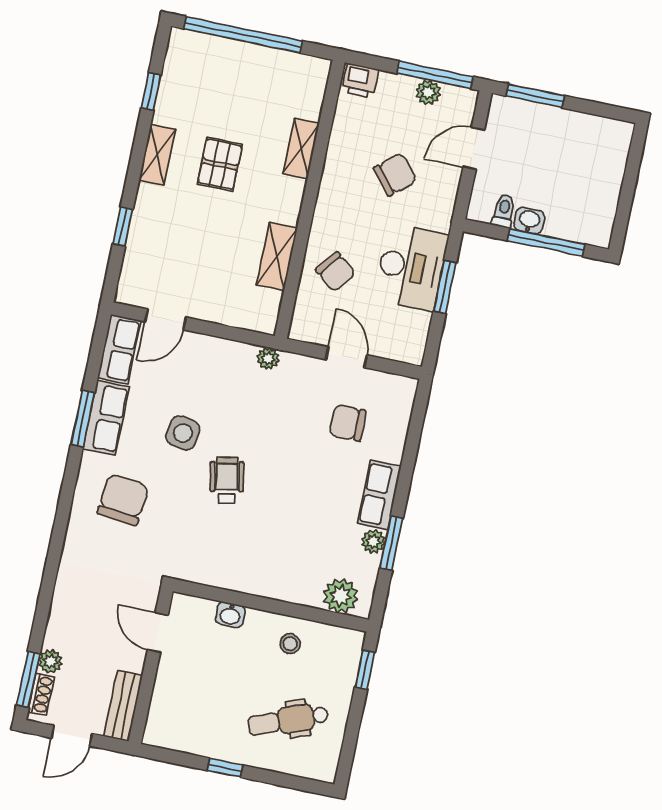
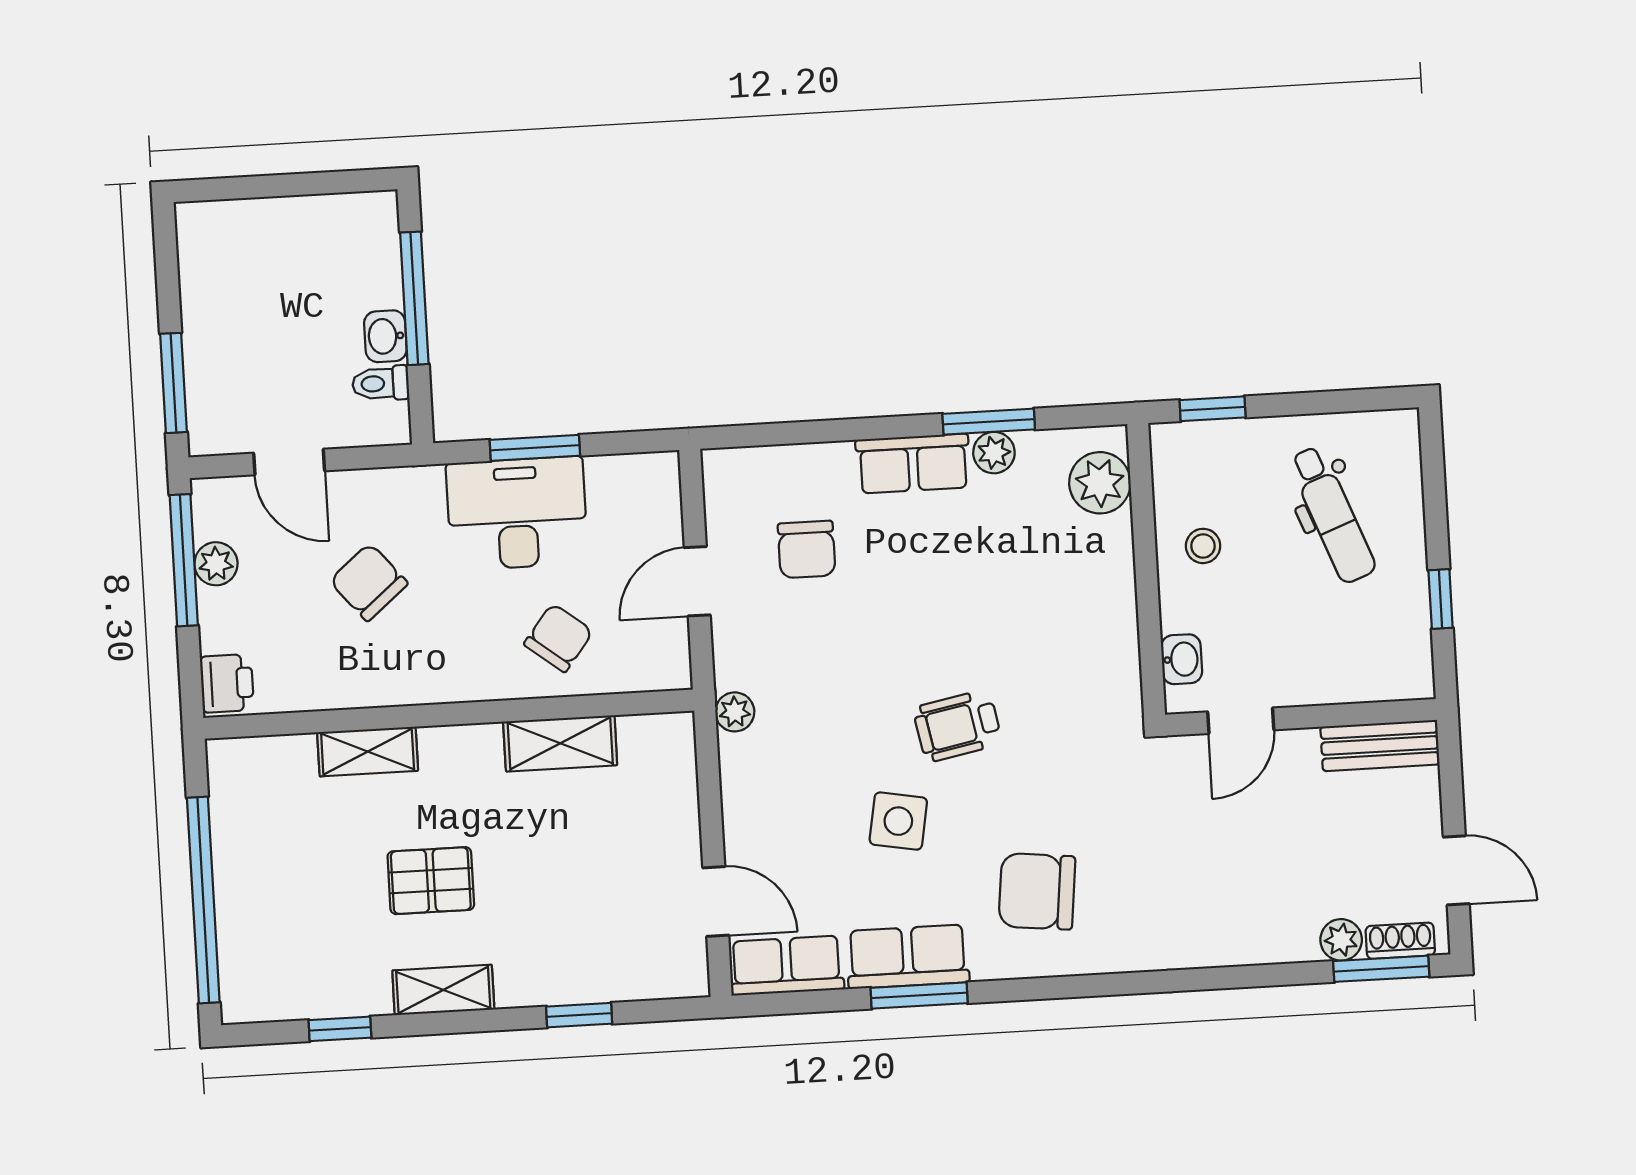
door: (158, 632) -> (1241, 721), moved
wall: (151, 666) -> (1301, 717), moved
bench: (123, 706) -> (1380, 746), moved

